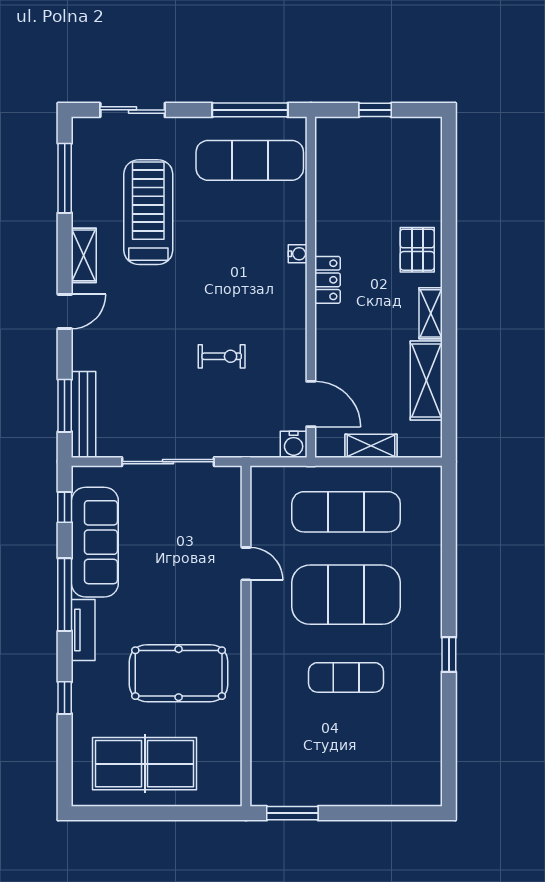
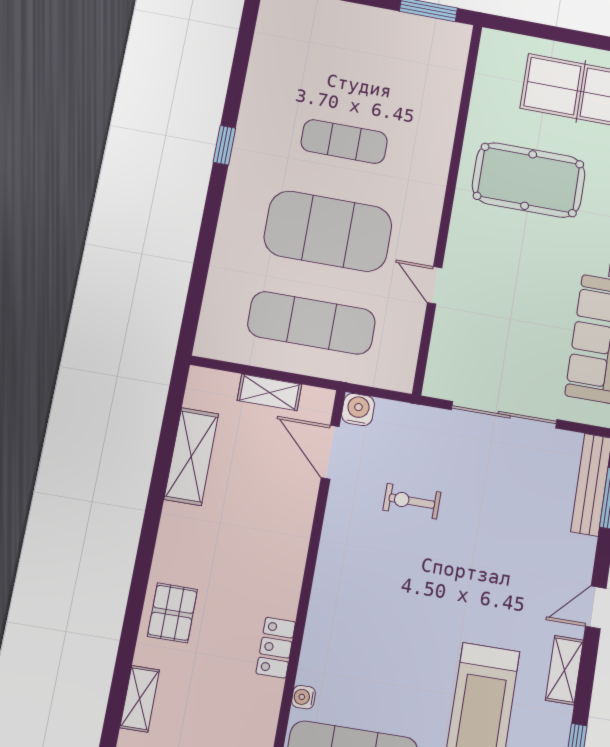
water cooler: (298, 254) -> (304, 697), moved
locker: (328, 280) -> (276, 648), moved
shelving: (431, 313) -> (140, 699), moved
exercise bike: (222, 356) -> (412, 501), moved

